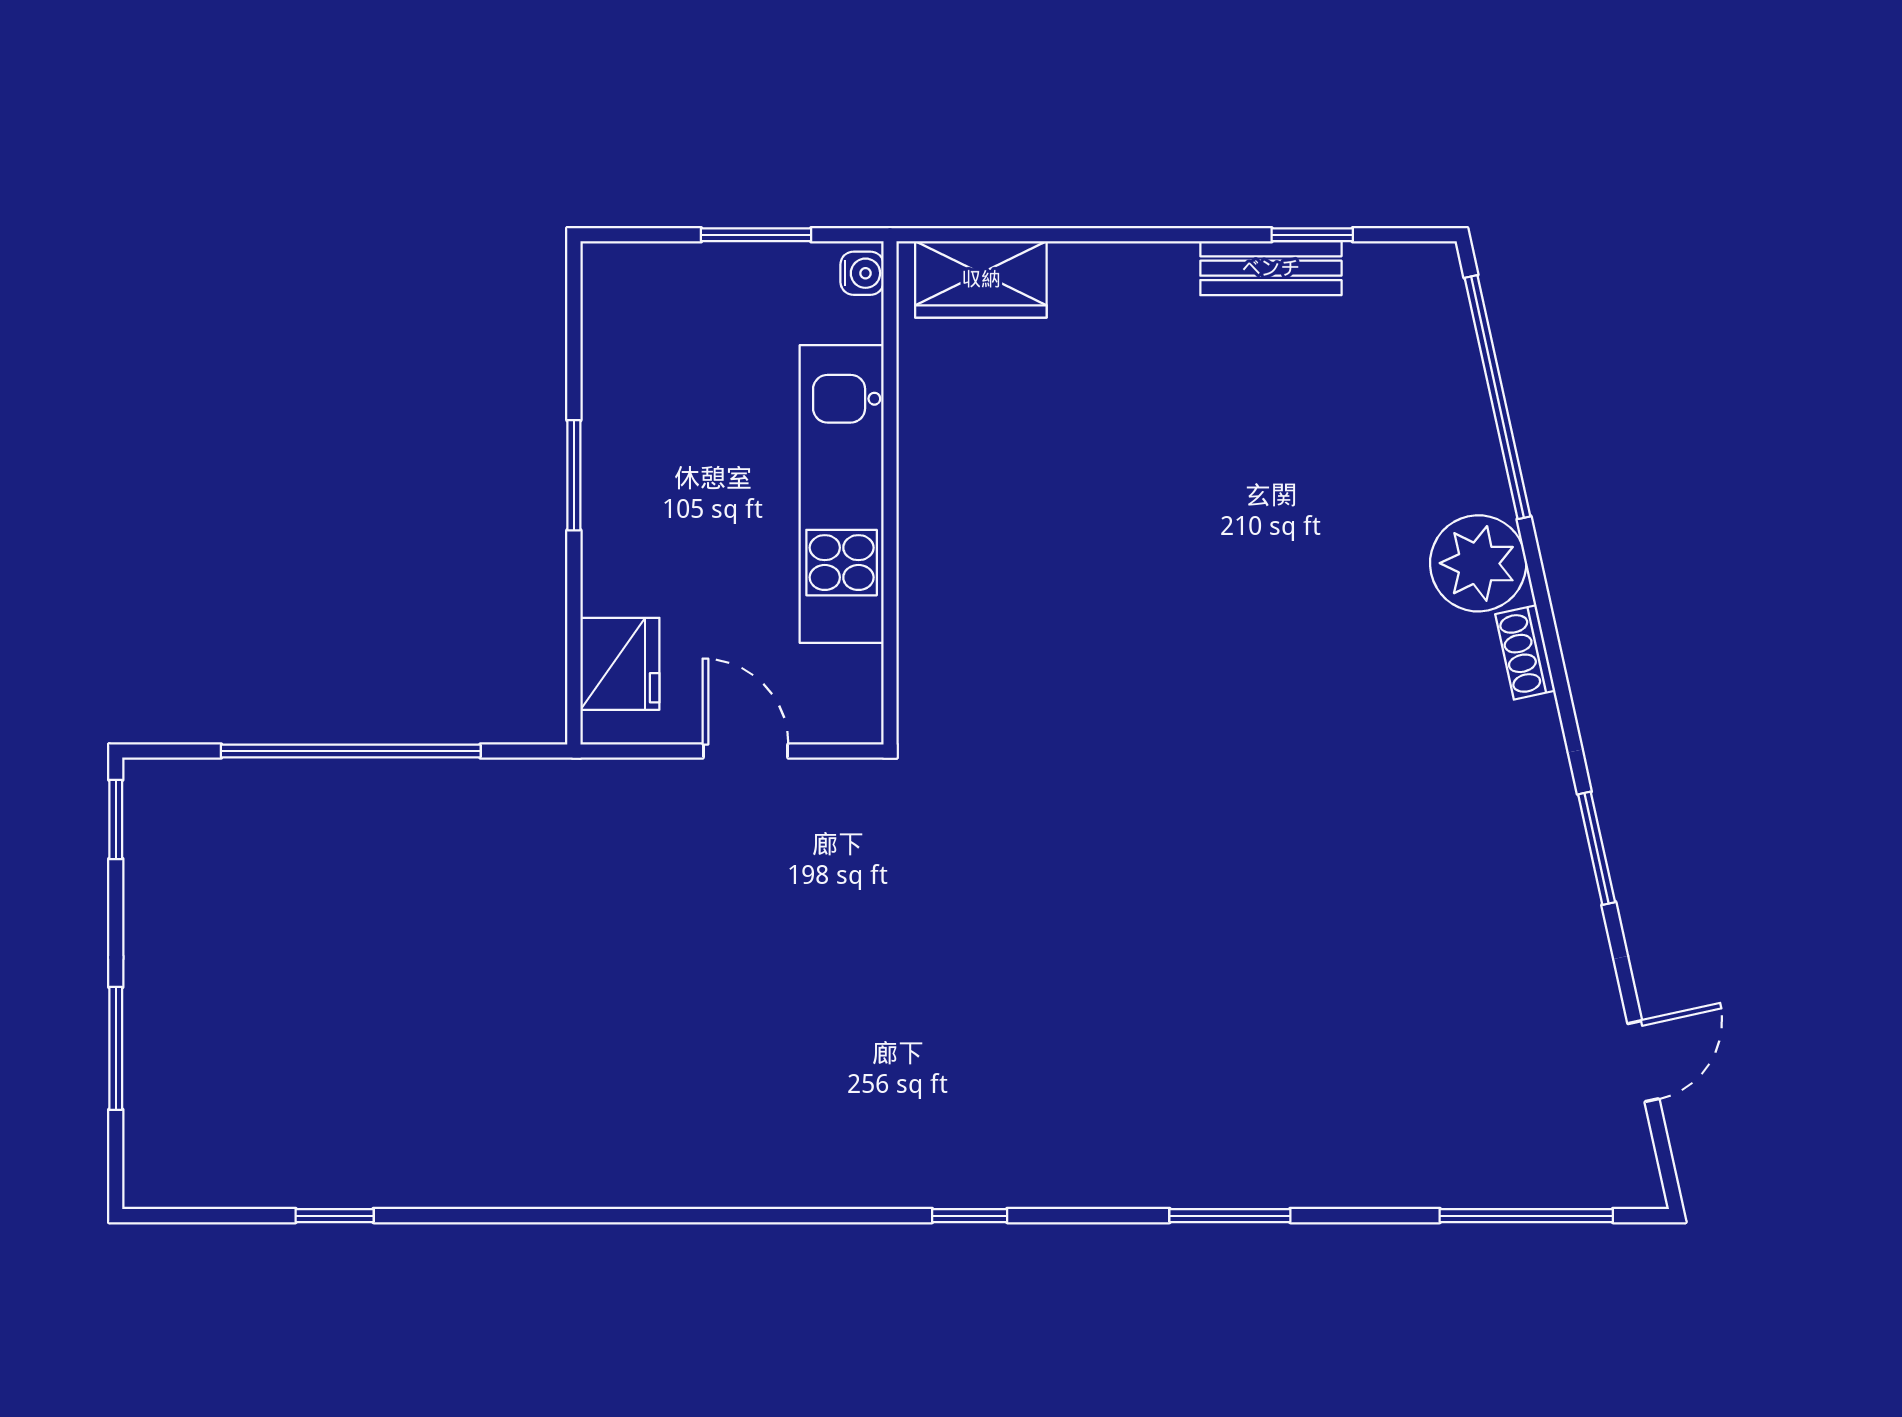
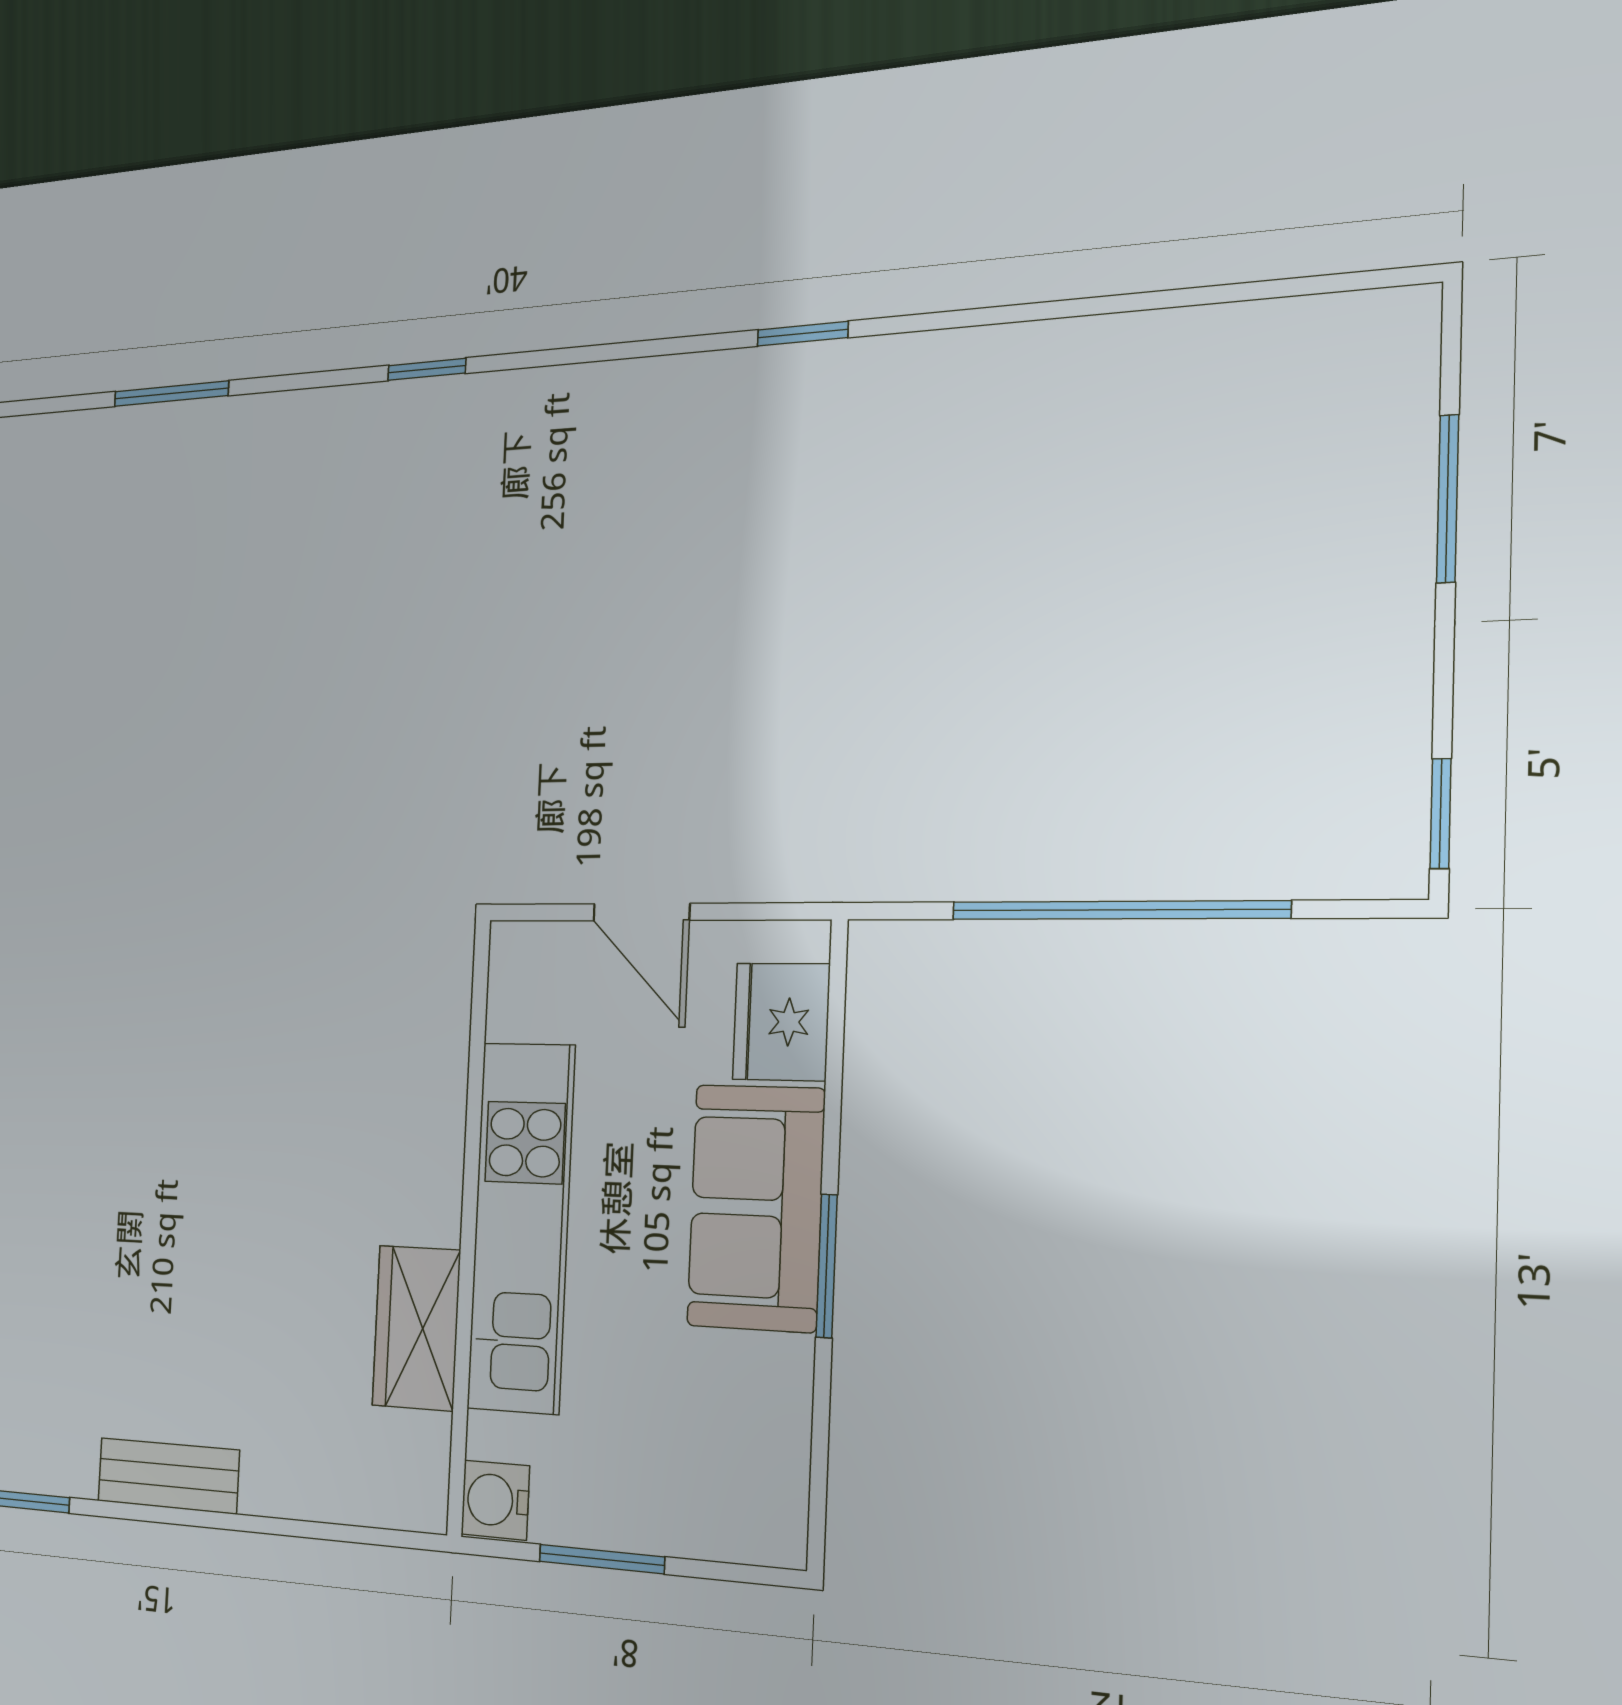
bench: (1271, 268) -> (168, 1476), moved
water cooler: (862, 273) -> (495, 1500), width x1.38, depth x1.38
wardrobe: (981, 279) -> (416, 1328), moved, turned -90
sofa: (635, 518) -> (756, 1208), added
window: (335, 1216) -> (803, 334), moved

